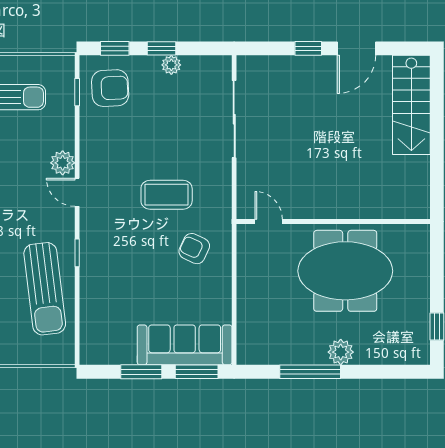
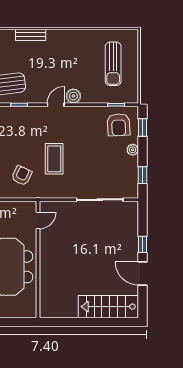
window: (162, 48) -> (143, 175), moved
plant: (171, 65) -> (133, 150), moved

